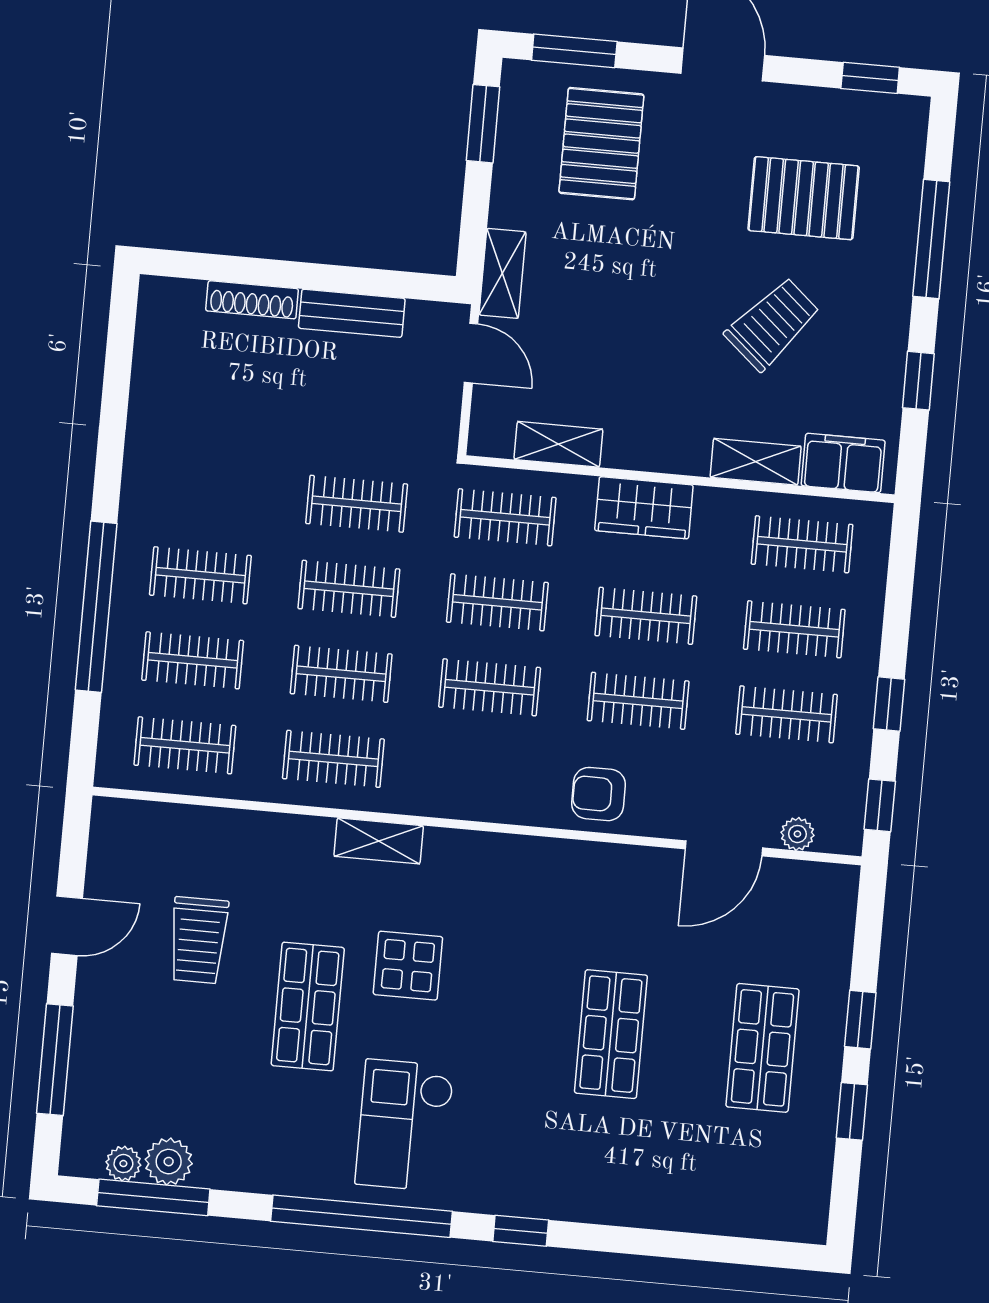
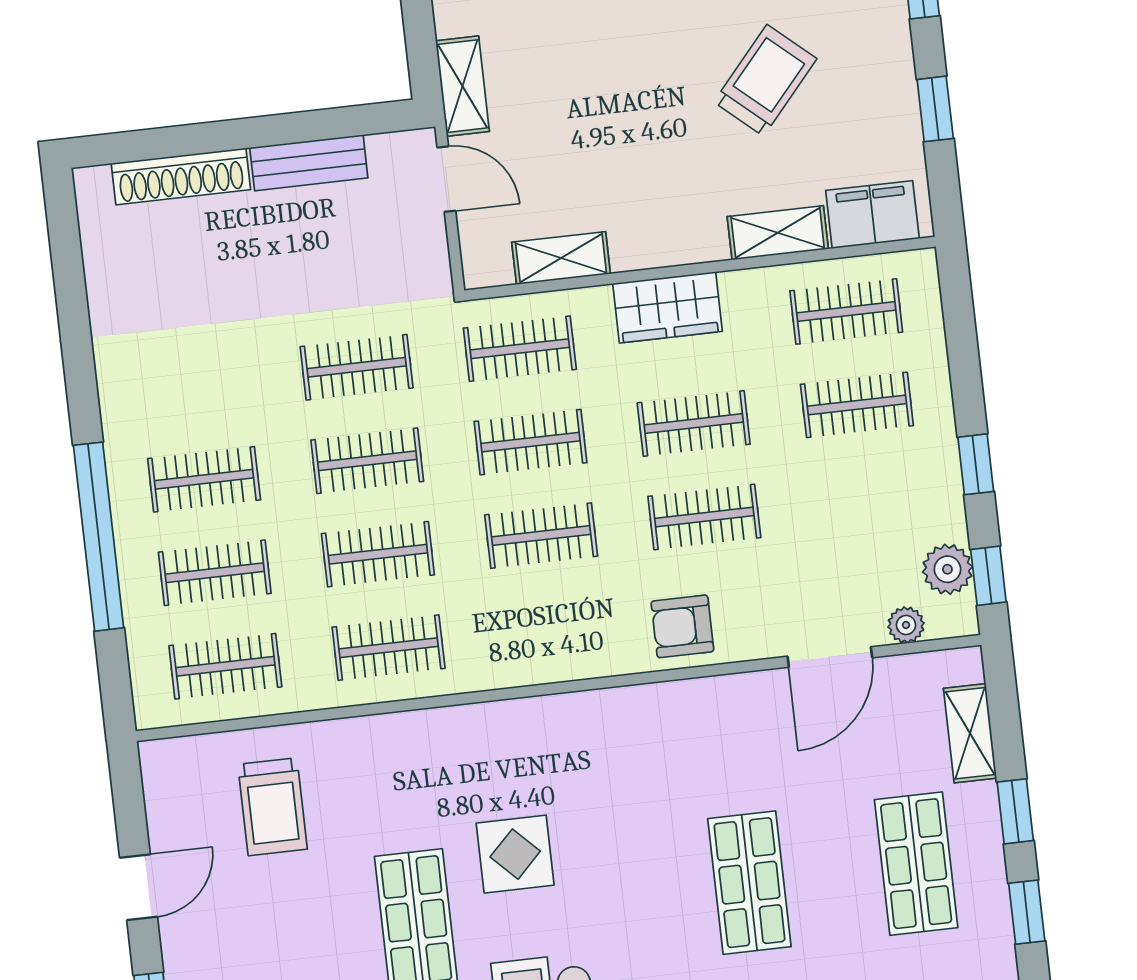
shoe rack: (252, 300) -> (181, 177), width x1.36, depth x1.24
clothes rail: (787, 714) -> (868, 498), removed
plant: (845, 792) -> (947, 569), added
shelving: (379, 841) -> (970, 733), moved, turned 90
trolley: (198, 940) -> (273, 807), moved

